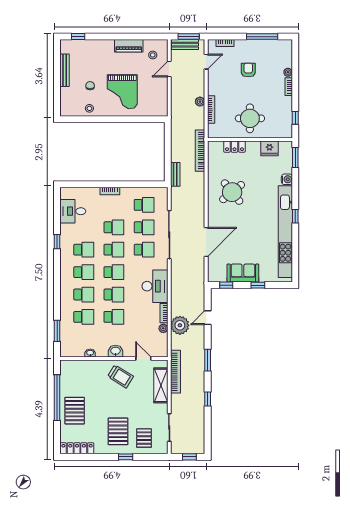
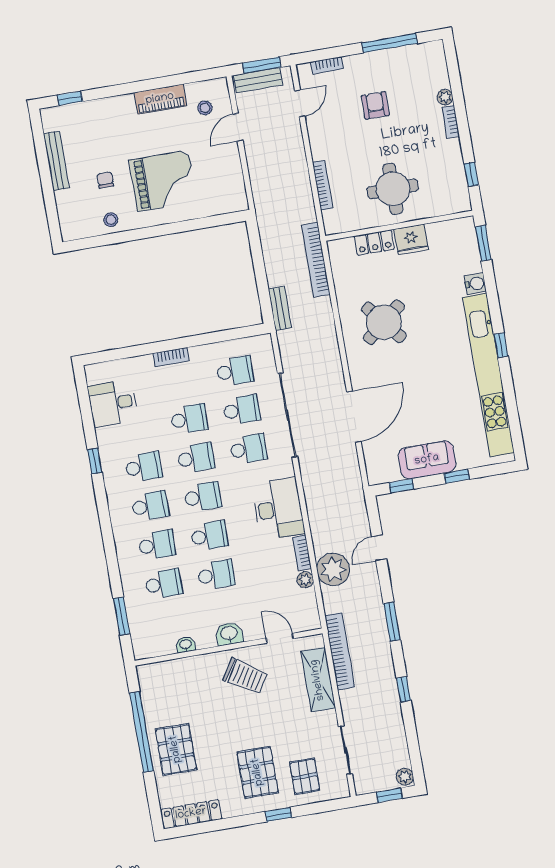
grand piano: (122, 92) -> (163, 181), turned -90
plant: (200, 102) -> (405, 777), moved
fridge: (269, 148) -> (411, 239), moved

